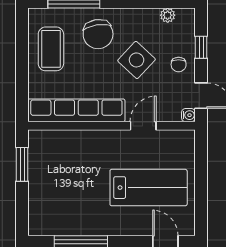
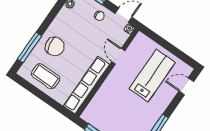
side table: (137, 60) -> (82, 36), removed

